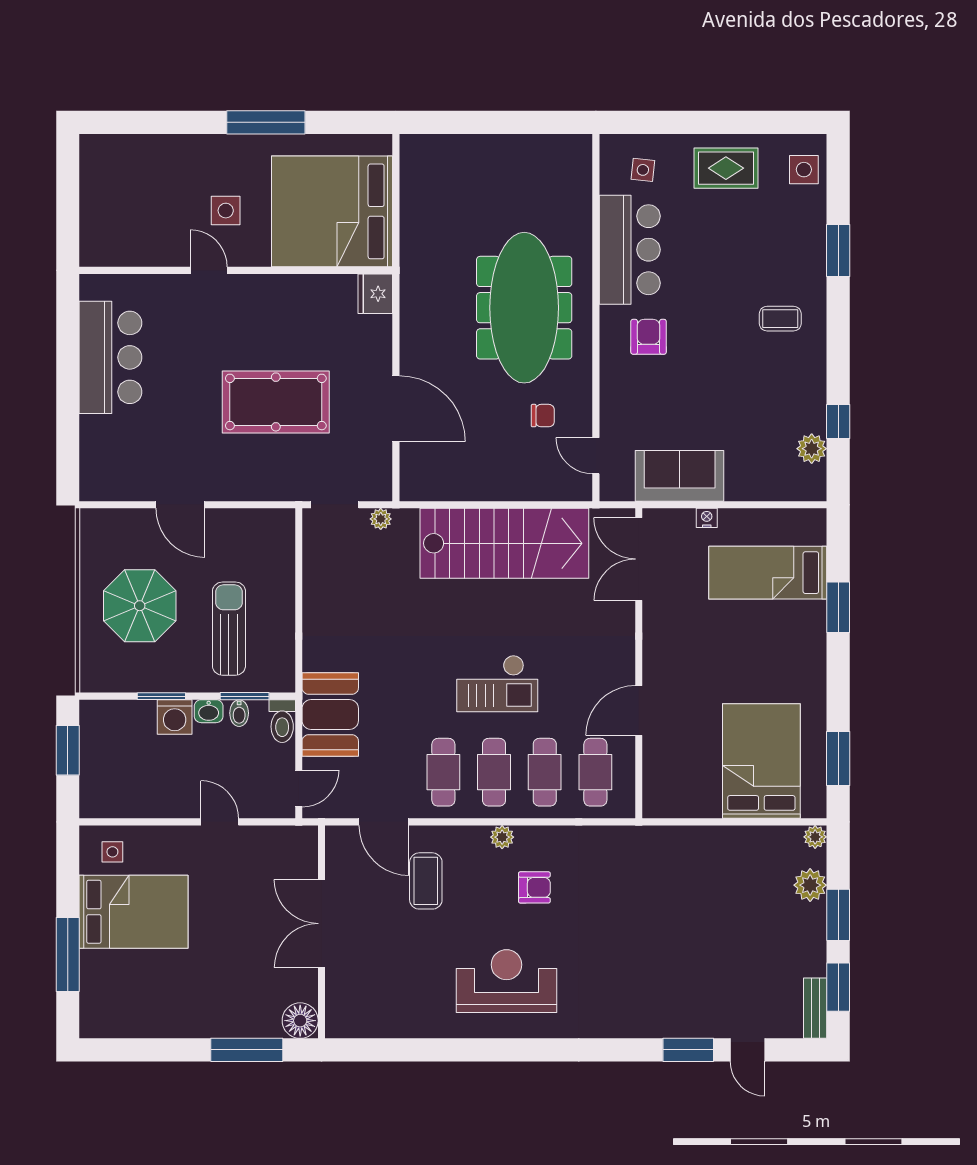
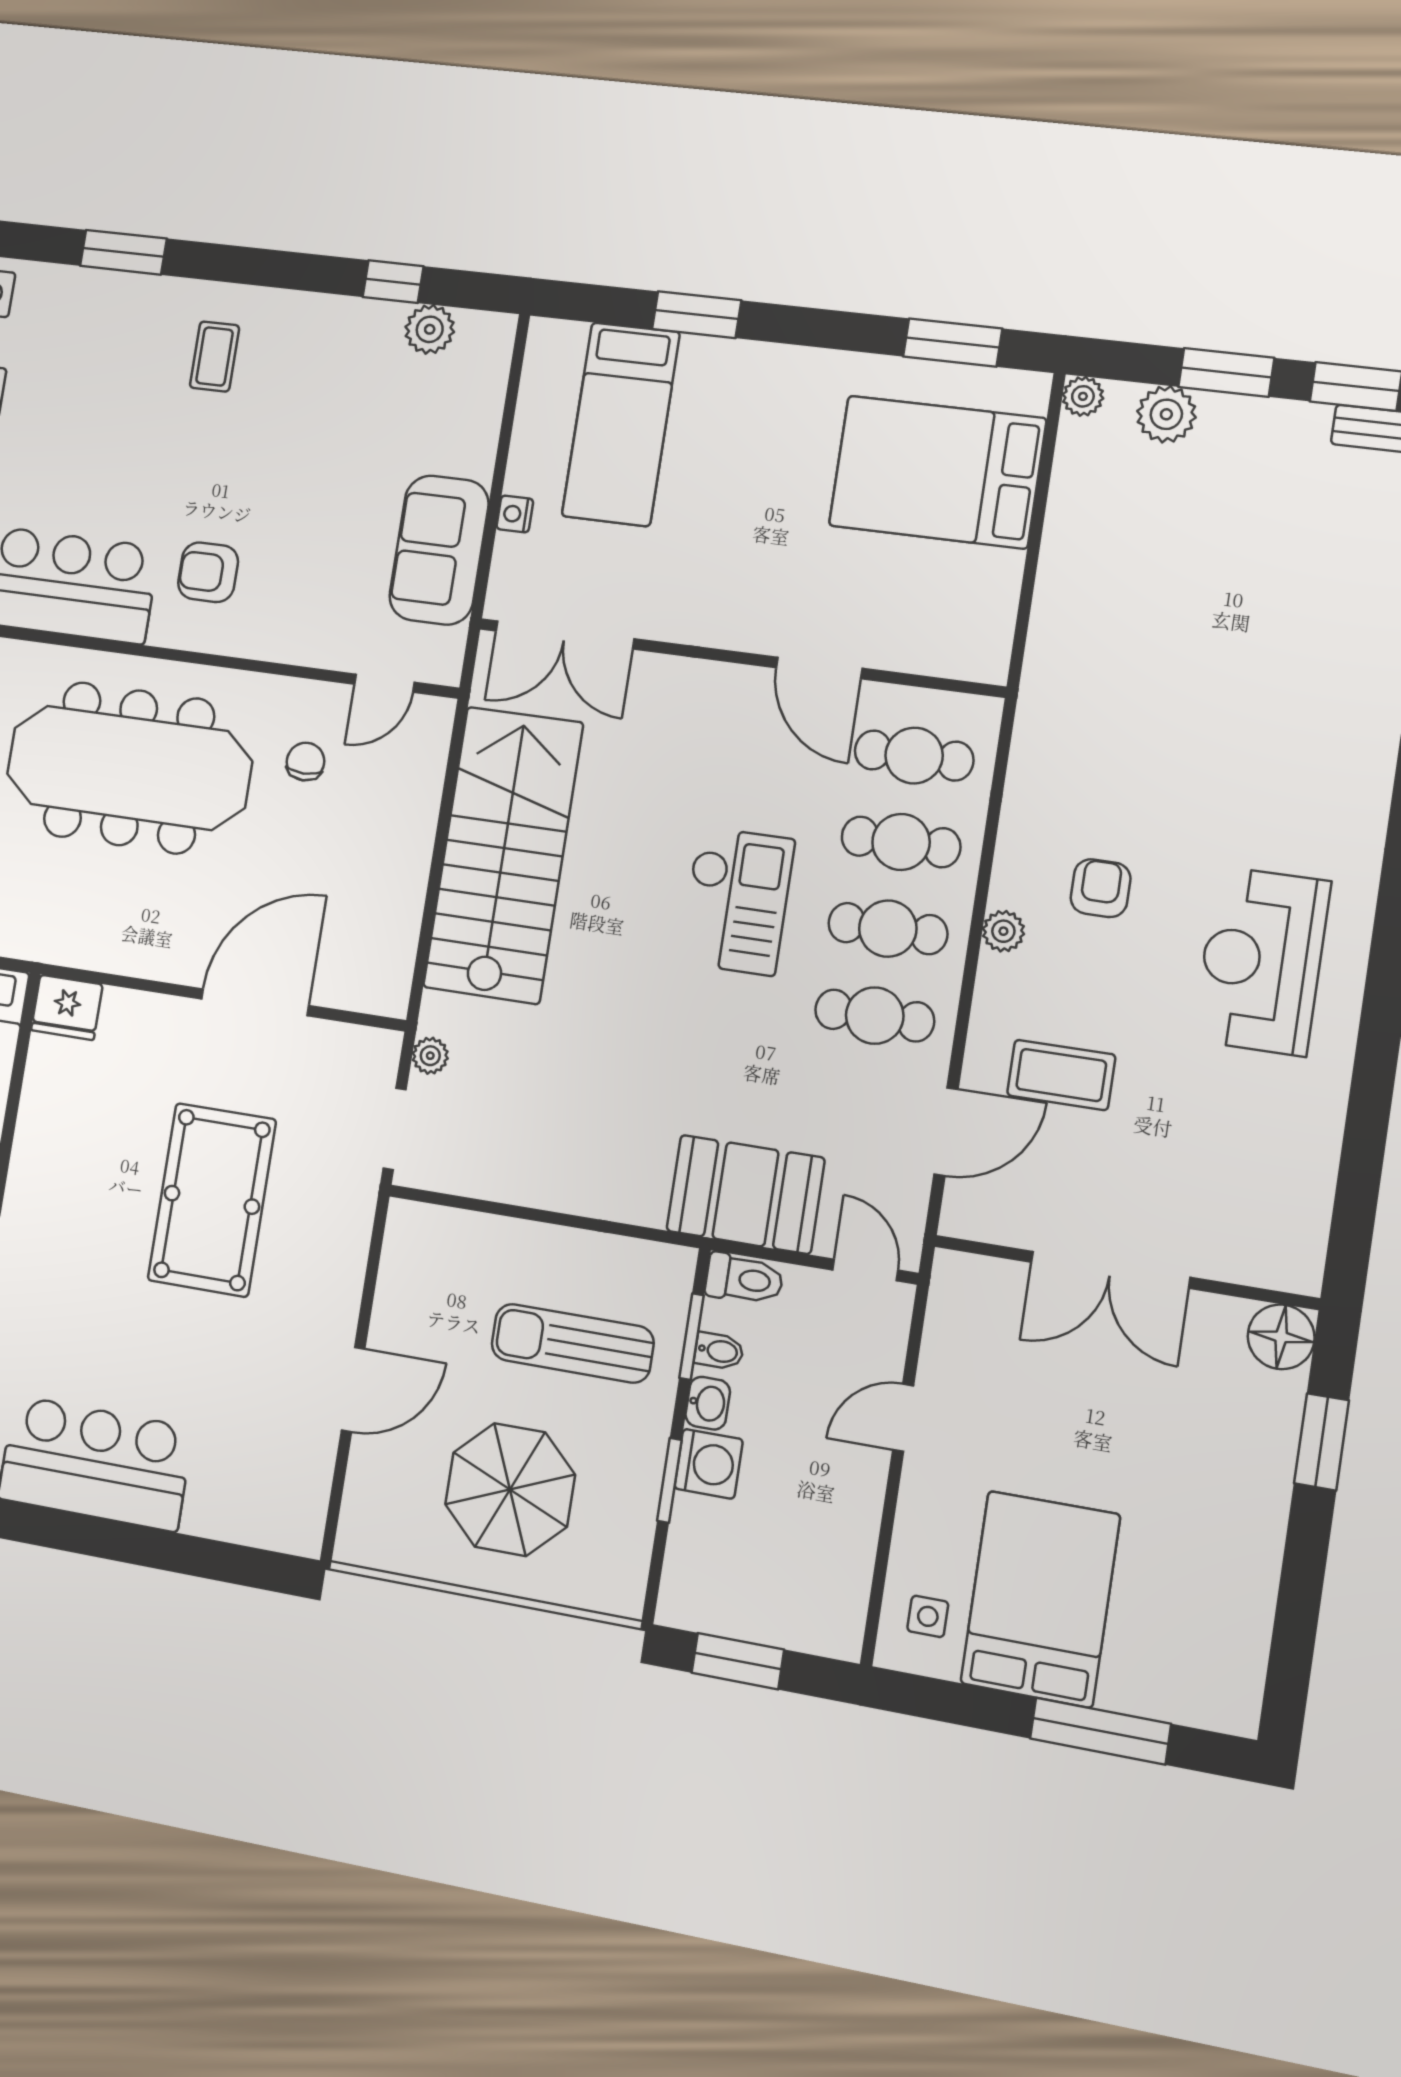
window: (247, 1050) -> (1322, 1442), width x0.69

